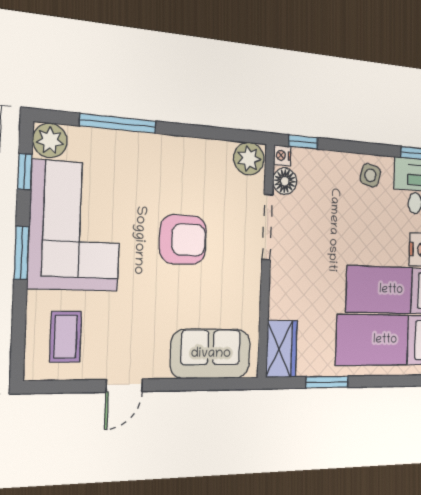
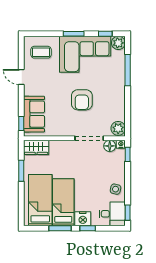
window: (230, 384) -> (21, 124), added

